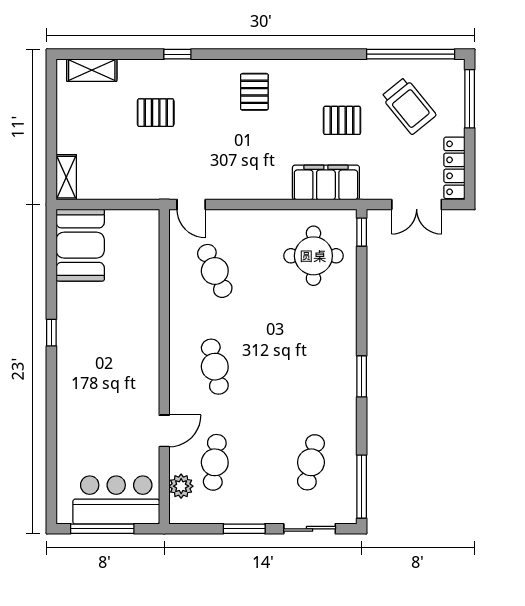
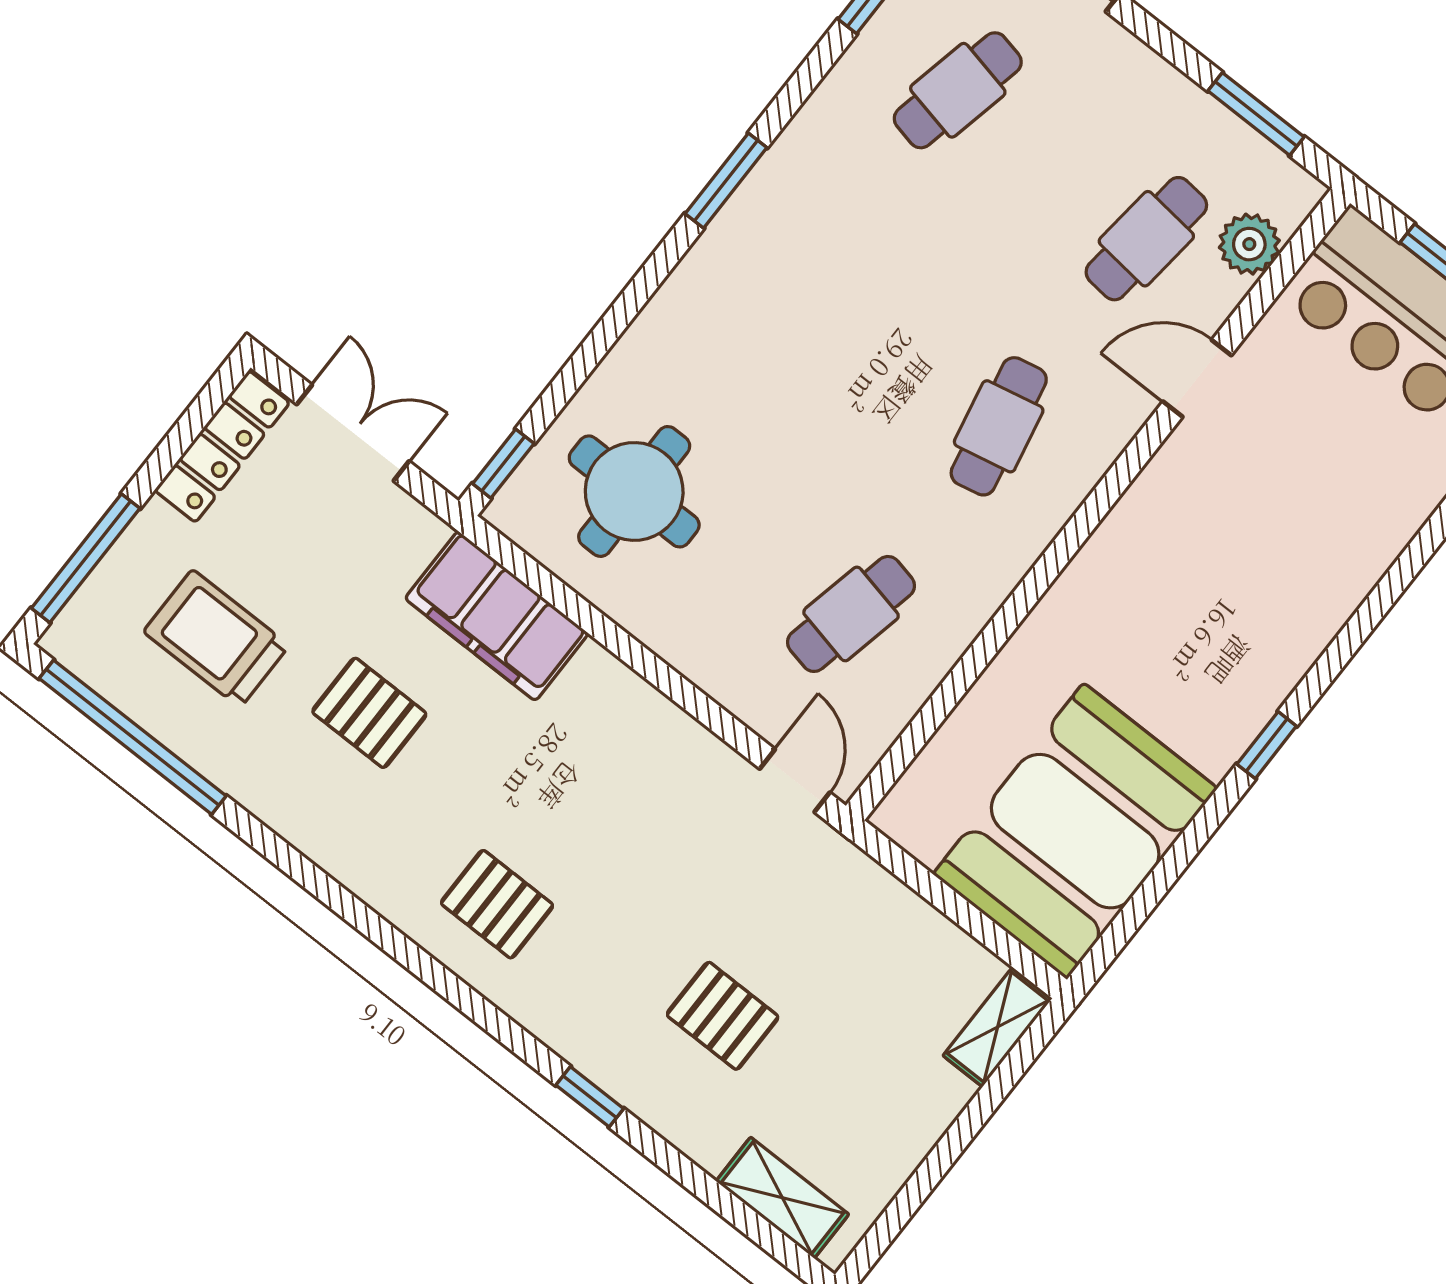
pallet: (254, 92) -> (497, 904), turned 90
trolley: (409, 106) -> (216, 639), turned -51
booth: (80, 245) -> (1075, 831), width x1.36, depth x1.42
cafe table: (215, 271) -> (851, 614), turned 36
window: (244, 529) -> (1256, 114), moved

